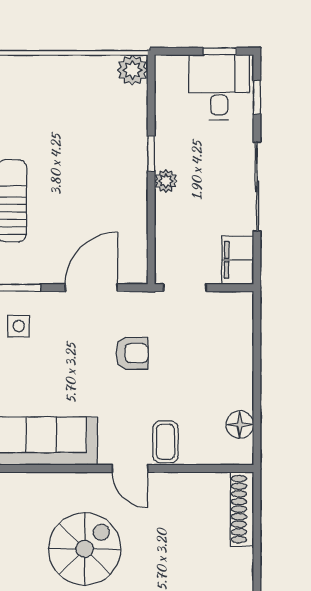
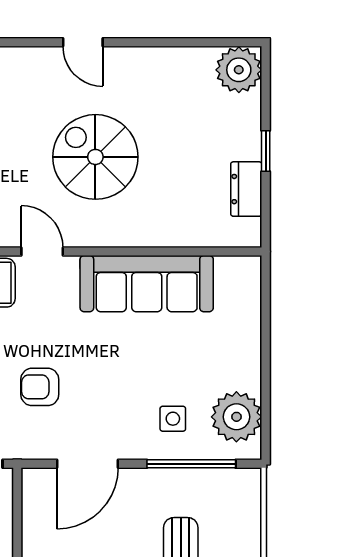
spiral stairs: (85, 549) -> (95, 157), turned 90

